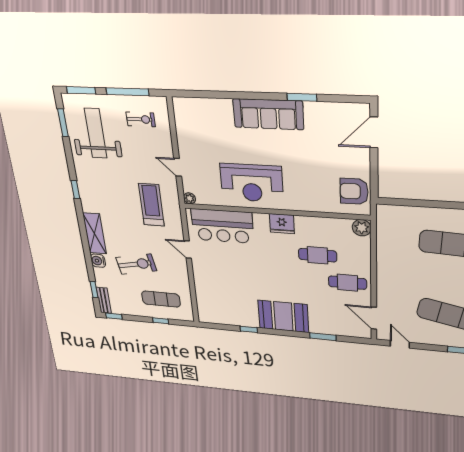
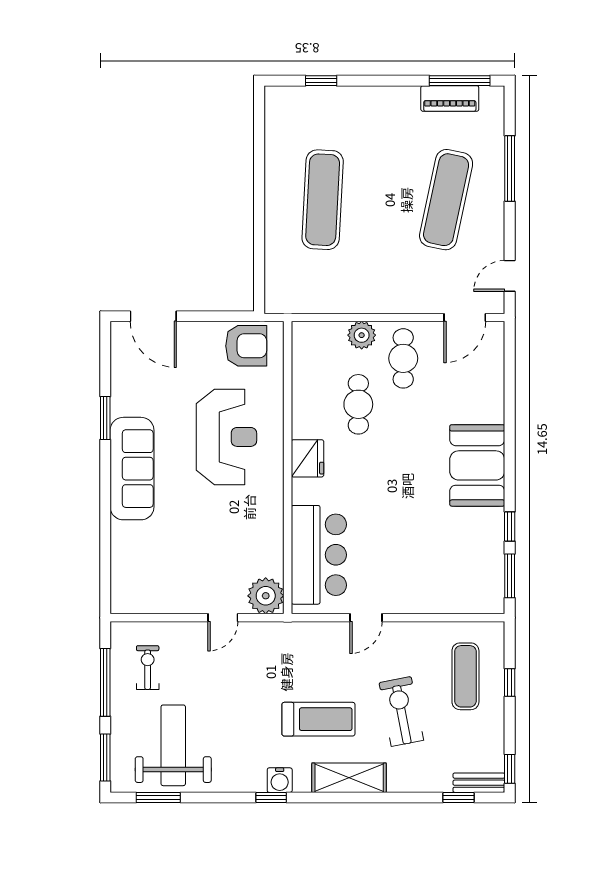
weight bench: (96, 133) -> (173, 745), turned 90
reception desk: (252, 183) -> (226, 437), moved
armchair: (354, 191) -> (246, 346), turned -90
plant: (189, 198) -> (266, 596), width x1.87, depth x1.87
treadmill: (151, 205) -> (318, 719), moved, turned 180
plant: (362, 228) -> (362, 335), moved
water cooler: (98, 261) -> (280, 780), moved
window: (323, 337) -> (510, 576), moved

